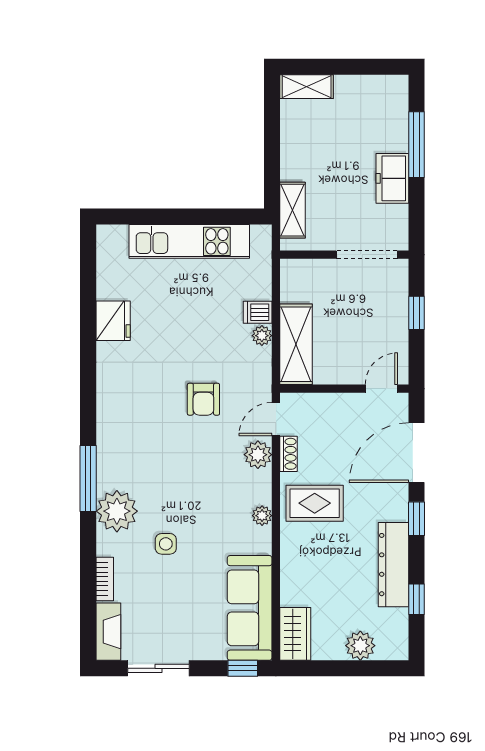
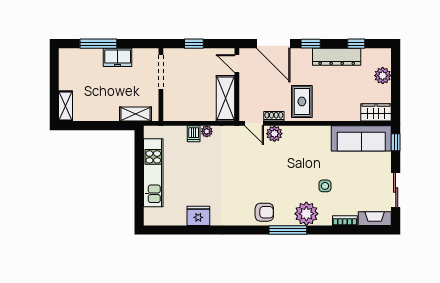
shelving: (296, 344) -> (225, 98), moved, turned 90
armchair: (203, 399) -> (264, 212), moved
plant: (262, 516) -> (309, 131), removed

